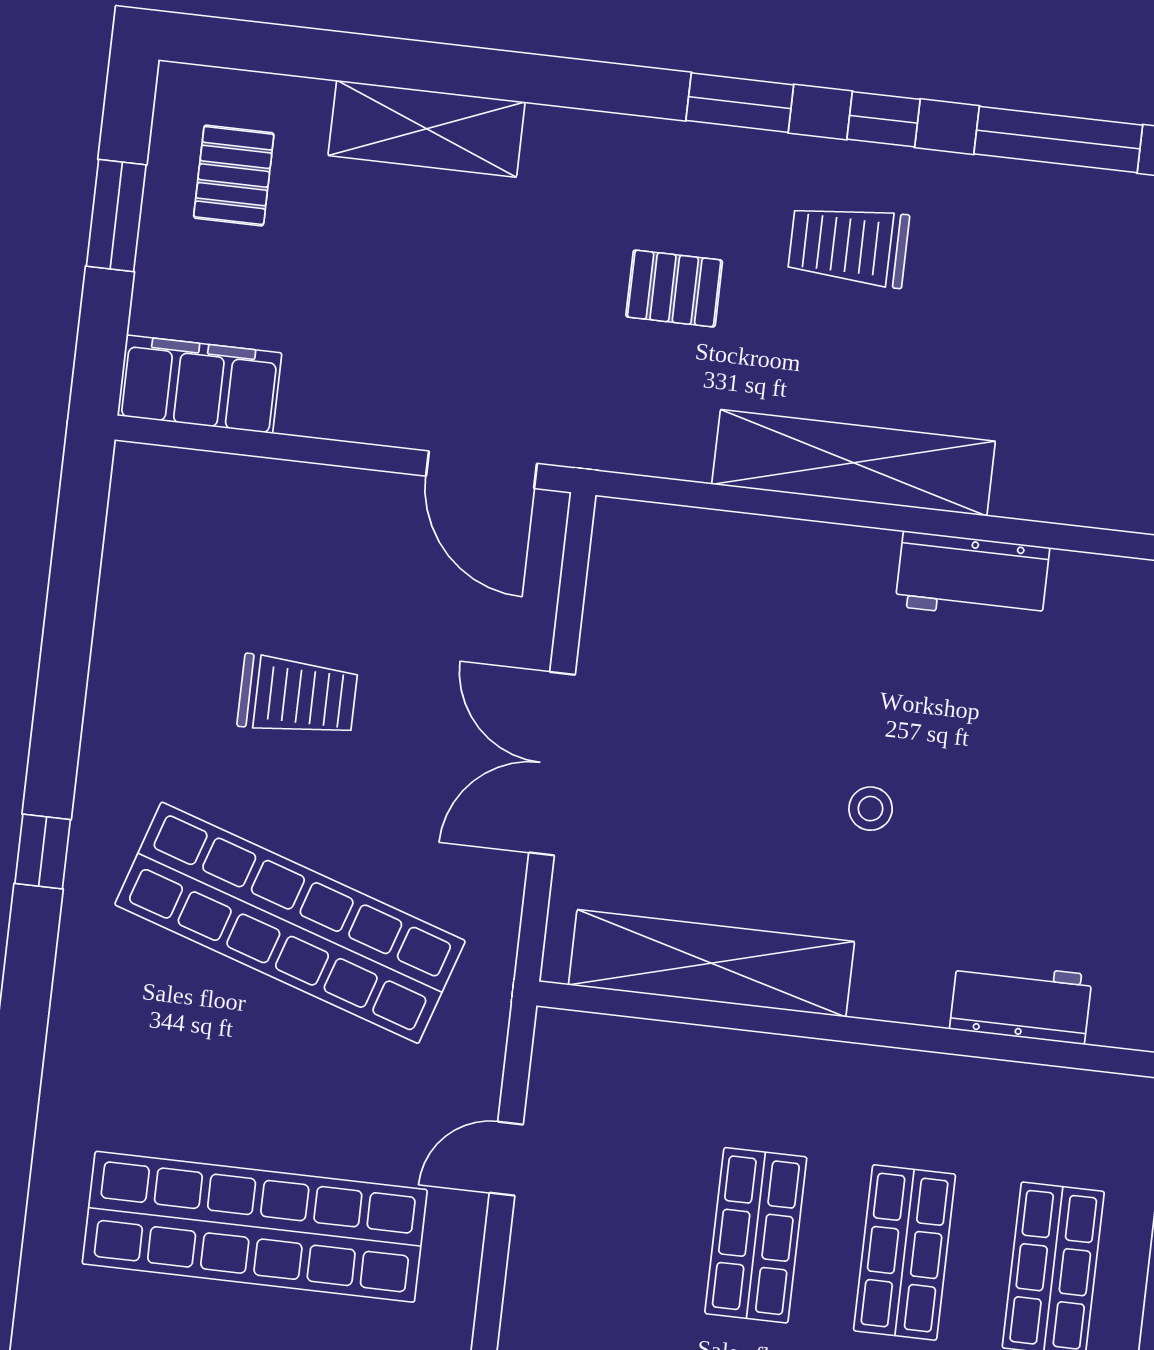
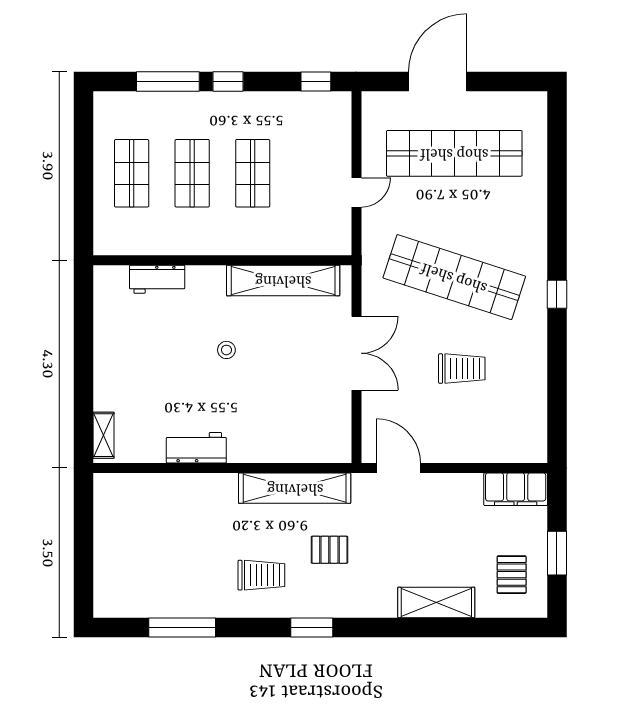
window: (884, 119) -> (253, 627), removed
shelving: (854, 463) -> (295, 488), moved
trolley: (298, 696) -> (462, 369), turned 180

